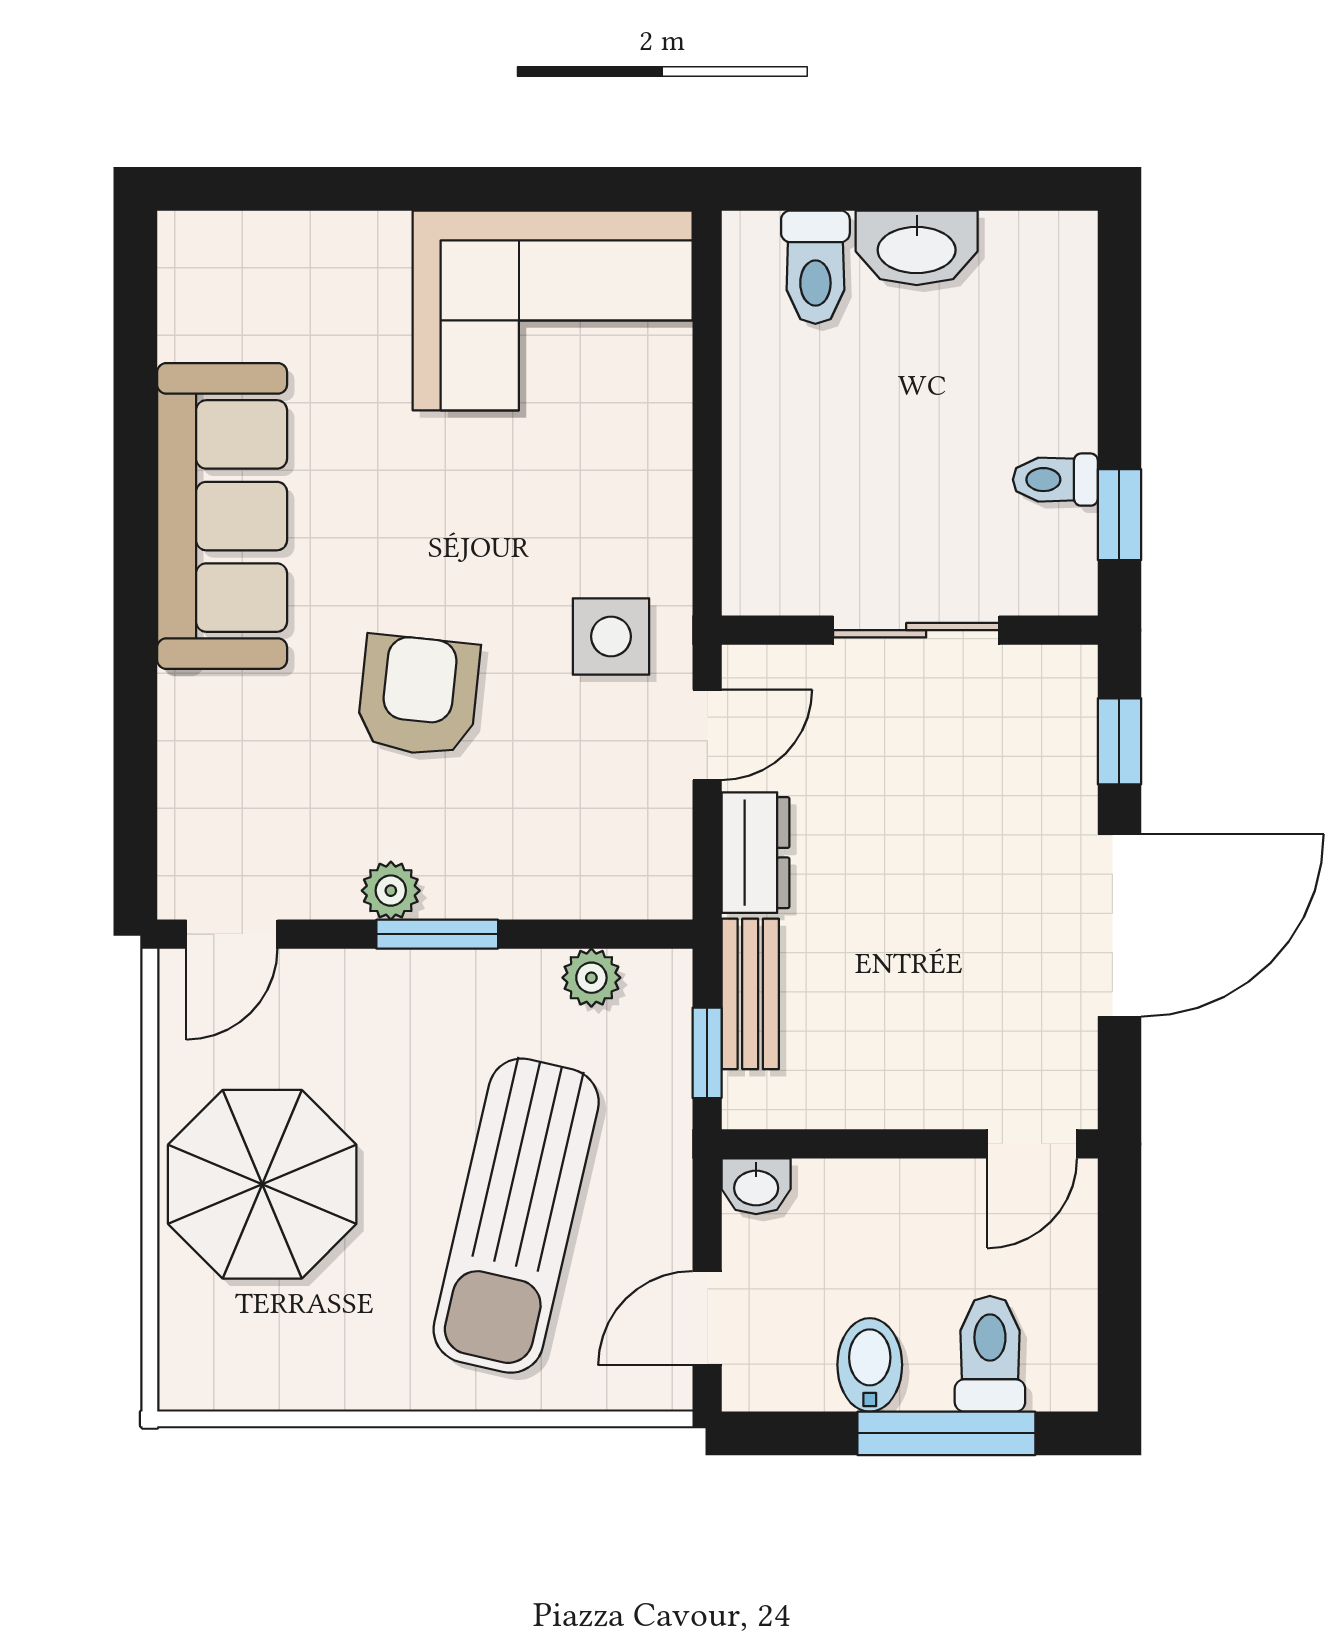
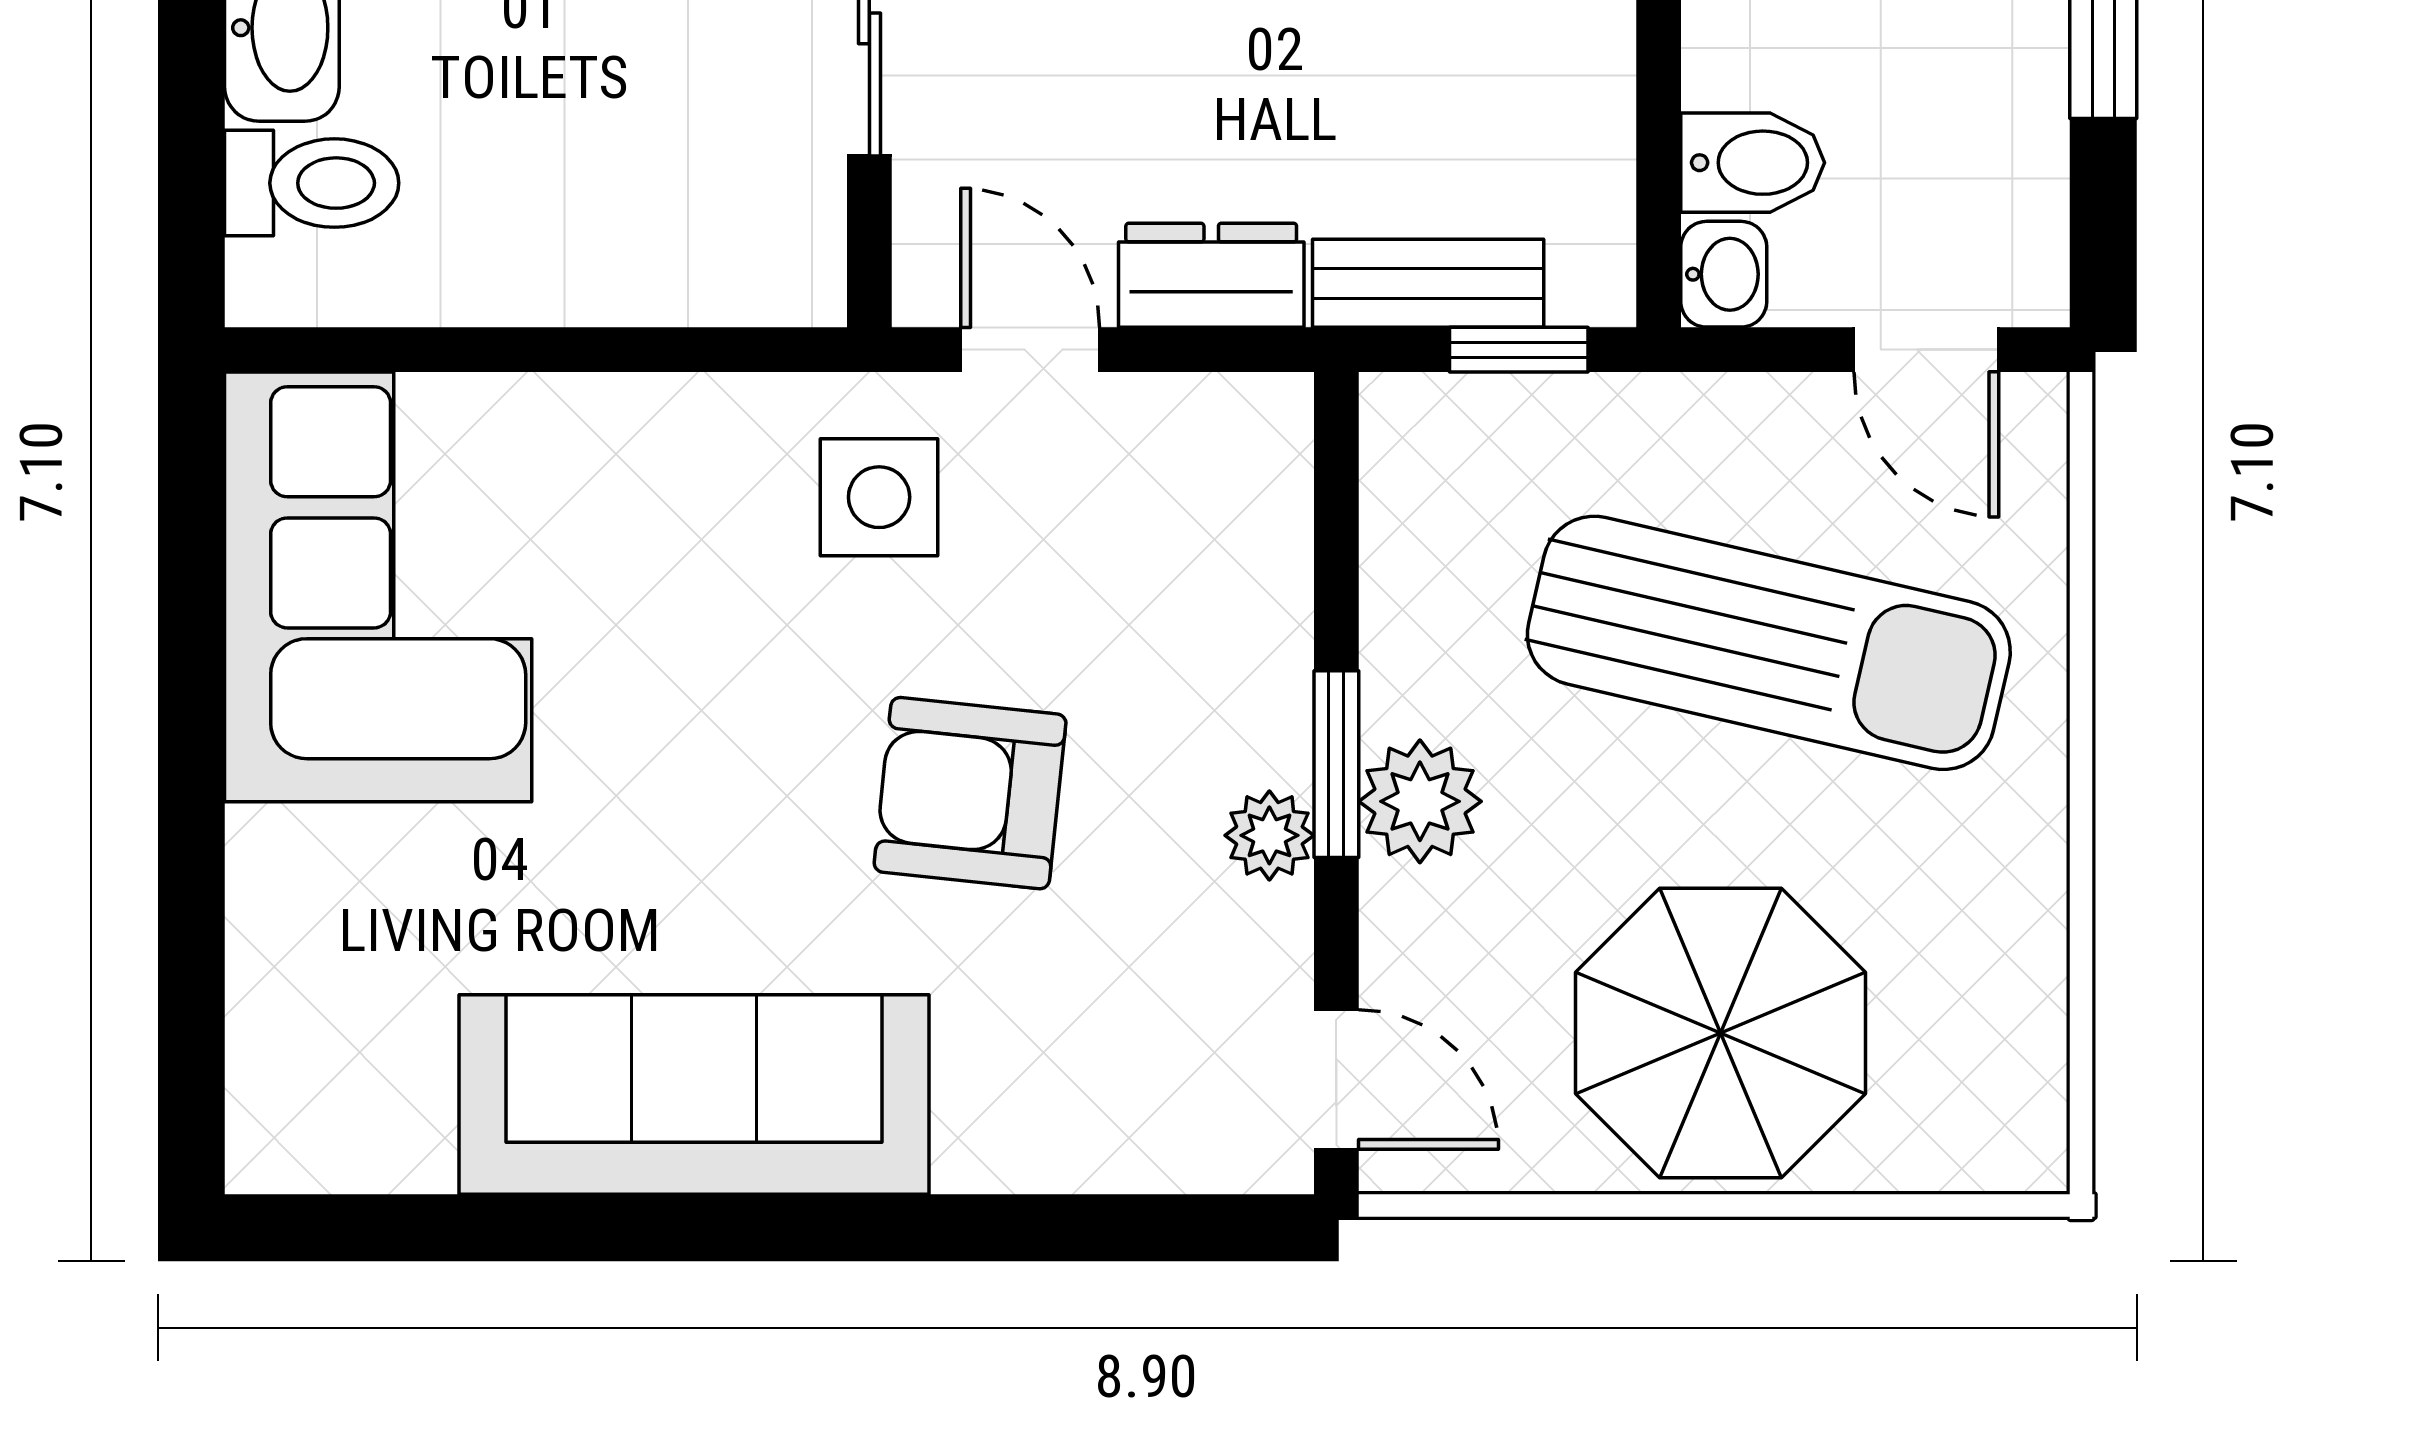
plant: (591, 978) -> (1420, 801), moved, width x1.38, depth x1.38
bidet: (870, 1365) -> (1753, 163), moved, turned 180

